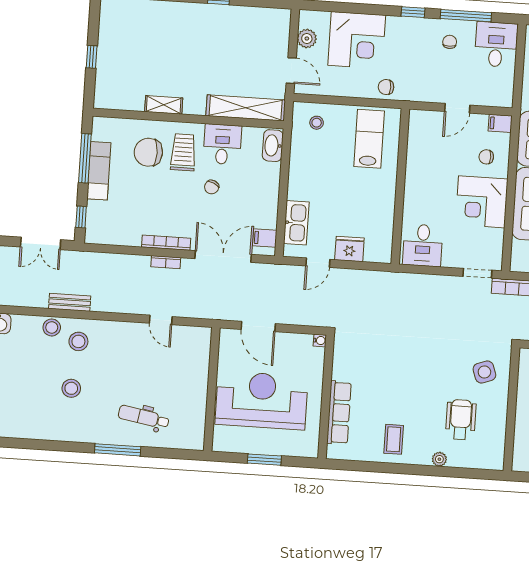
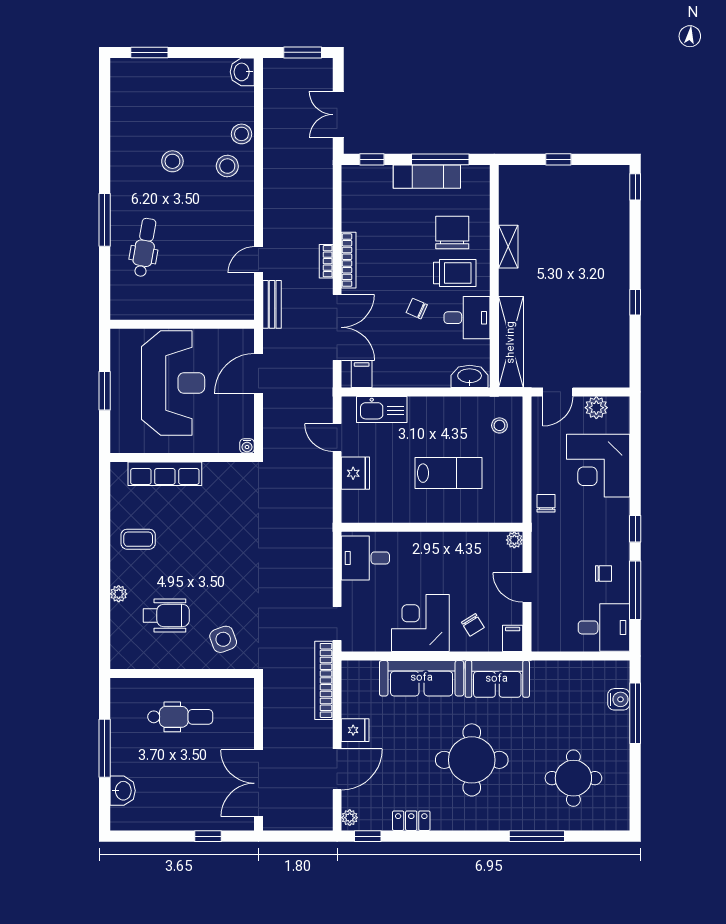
plant: (416, 116) -> (514, 540), added
lab bench: (369, 139) -> (448, 473), moved
chair: (486, 157) -> (473, 625), turned 148
bench: (70, 302) -> (272, 304), moved

